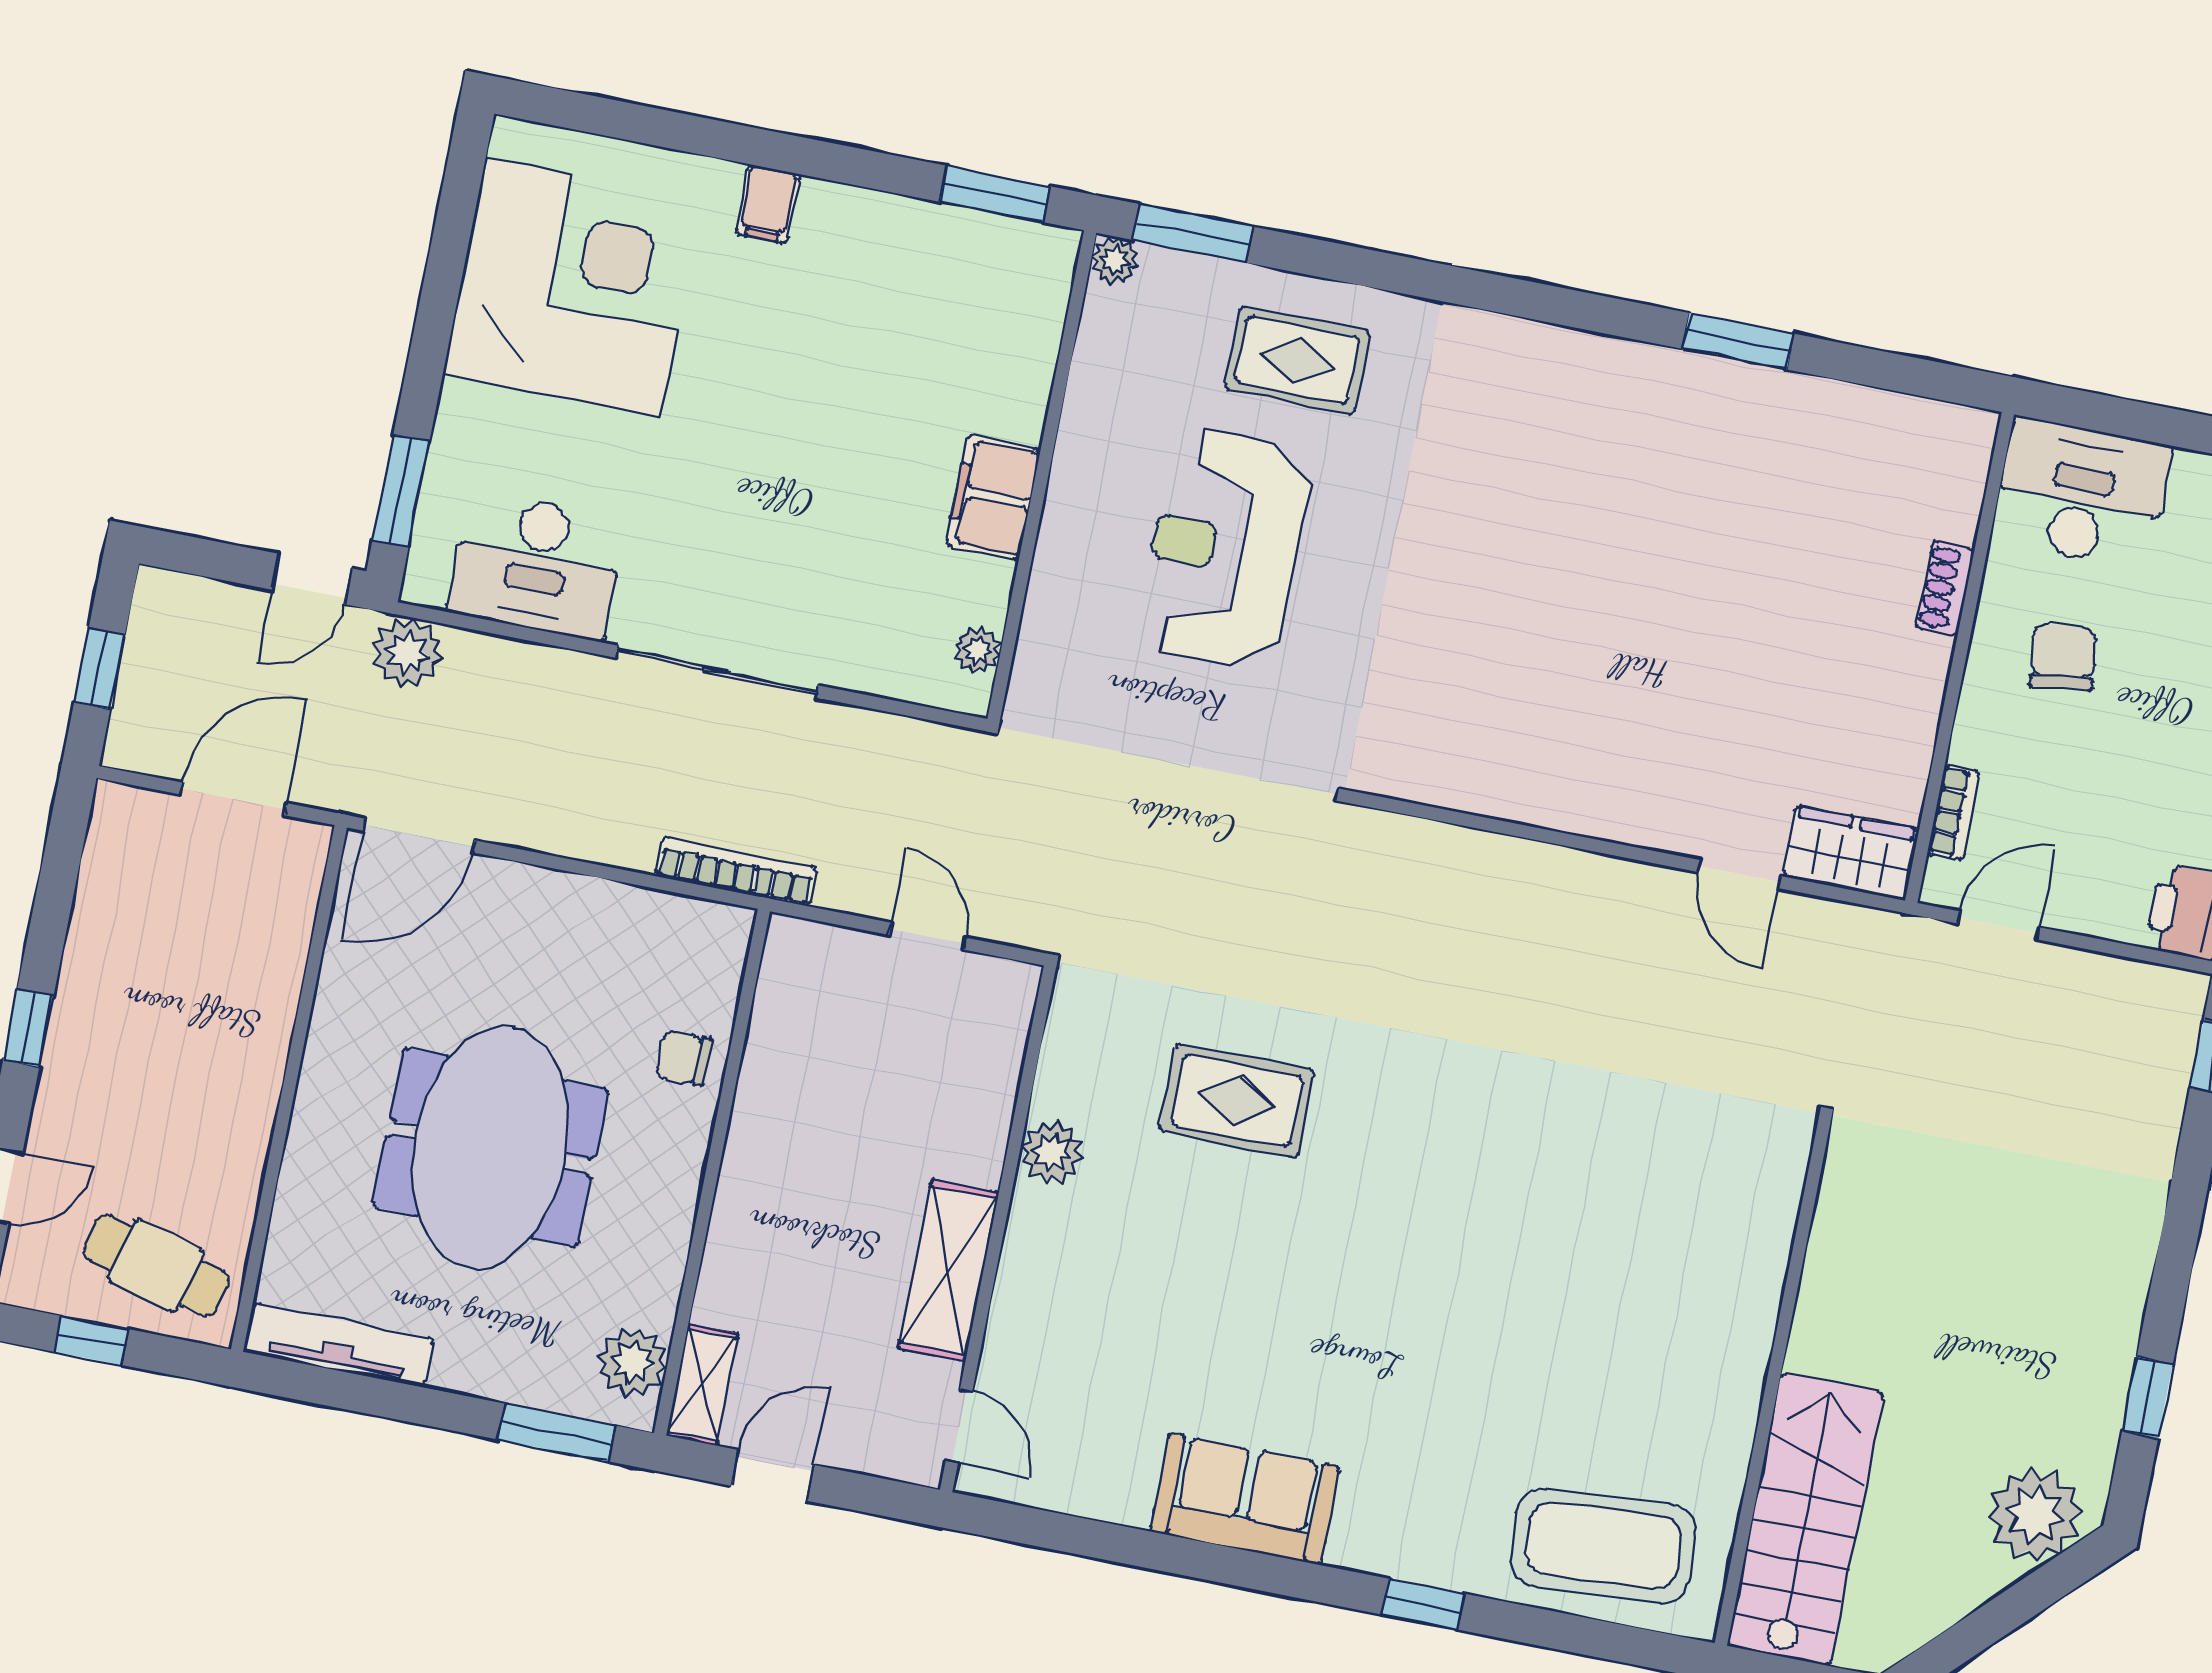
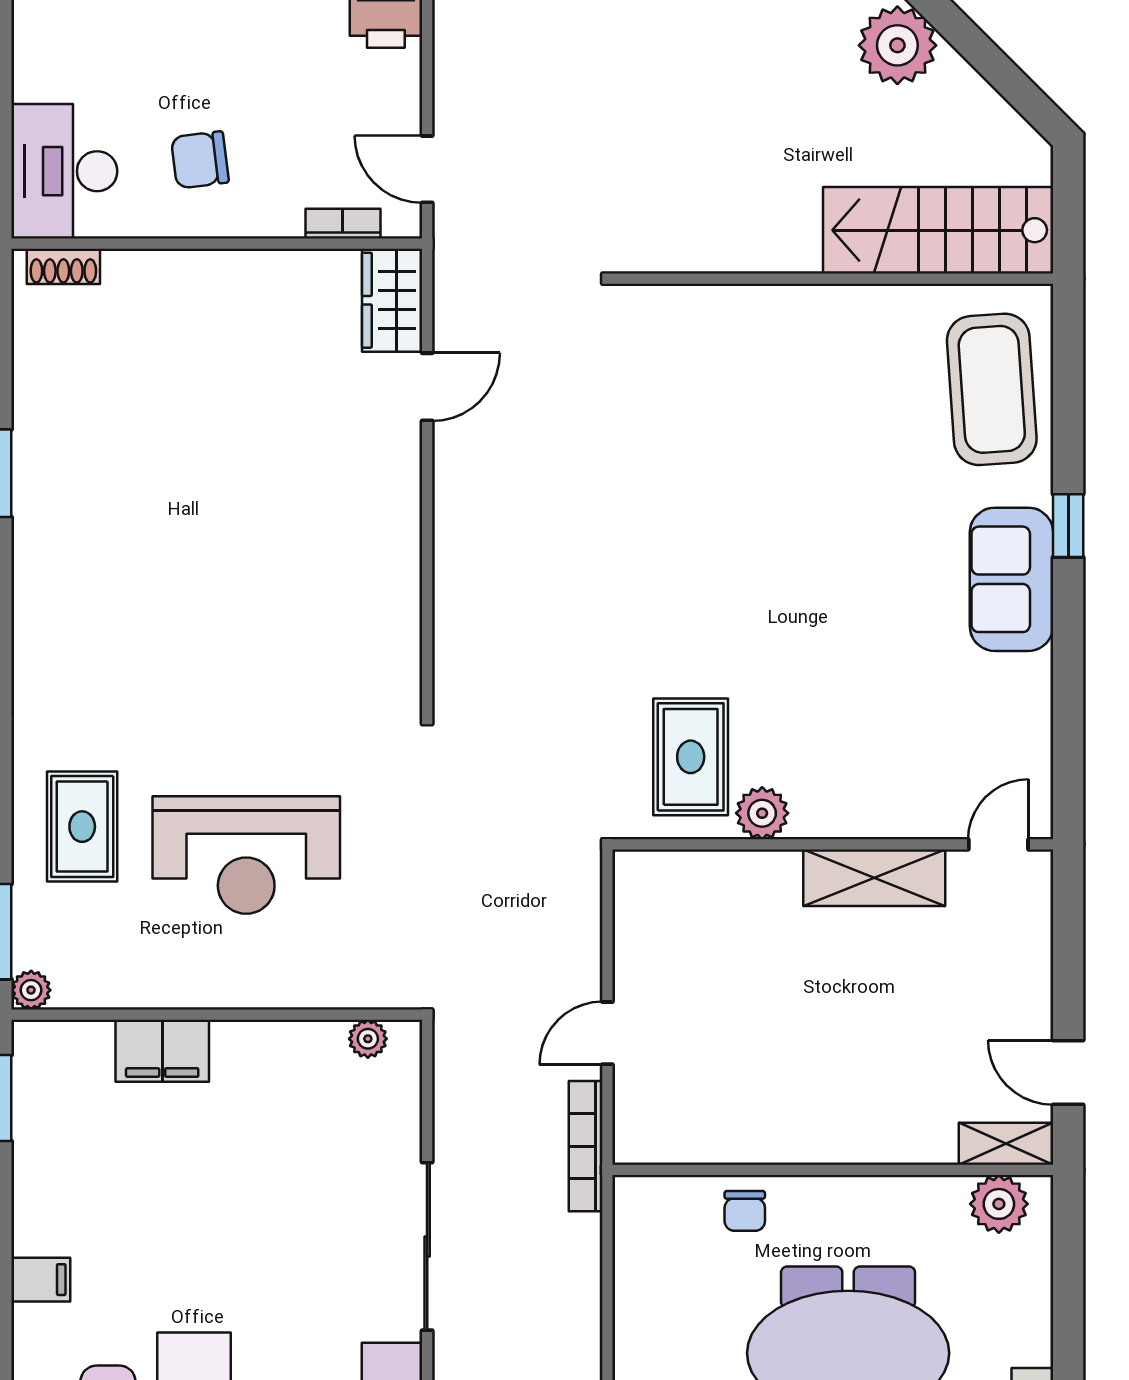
filing cabinet: (993, 497) -> (162, 1051), moved
shoe rack: (1945, 588) -> (63, 266), moved
bookcase: (736, 872) -> (586, 1146), moved
plant: (1052, 1152) -> (762, 813), moved
wall: (998, 1229) -> (833, 844), moved
shelving: (949, 1271) -> (874, 878), moved
door: (959, 1426) -> (998, 844), moved
window: (557, 1433) -> (1068, 1254), removed
sofa: (1245, 1499) -> (1011, 579), moved

